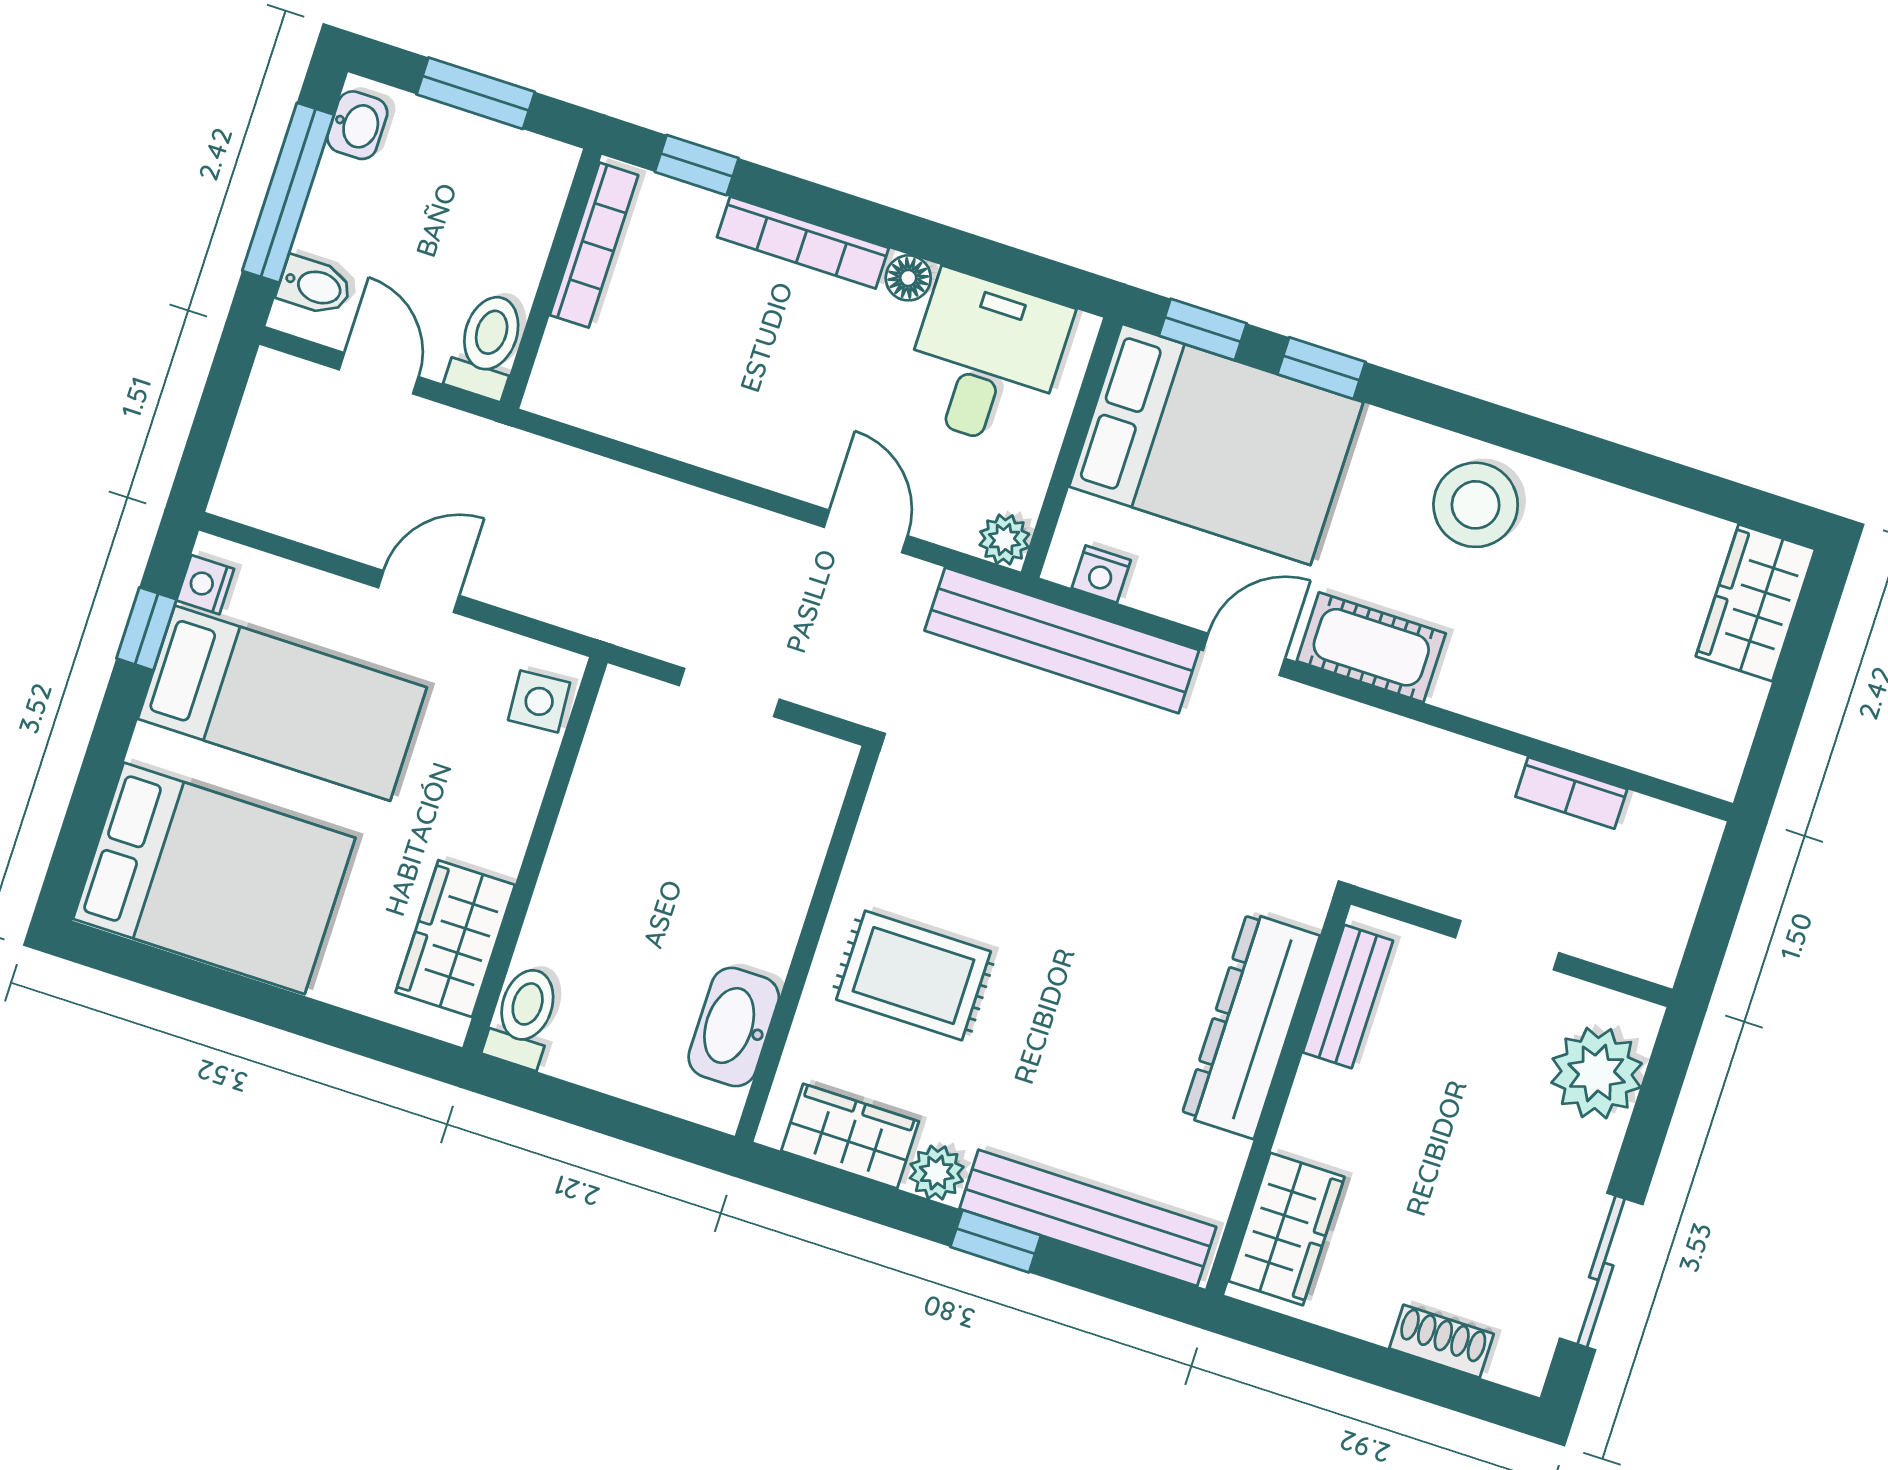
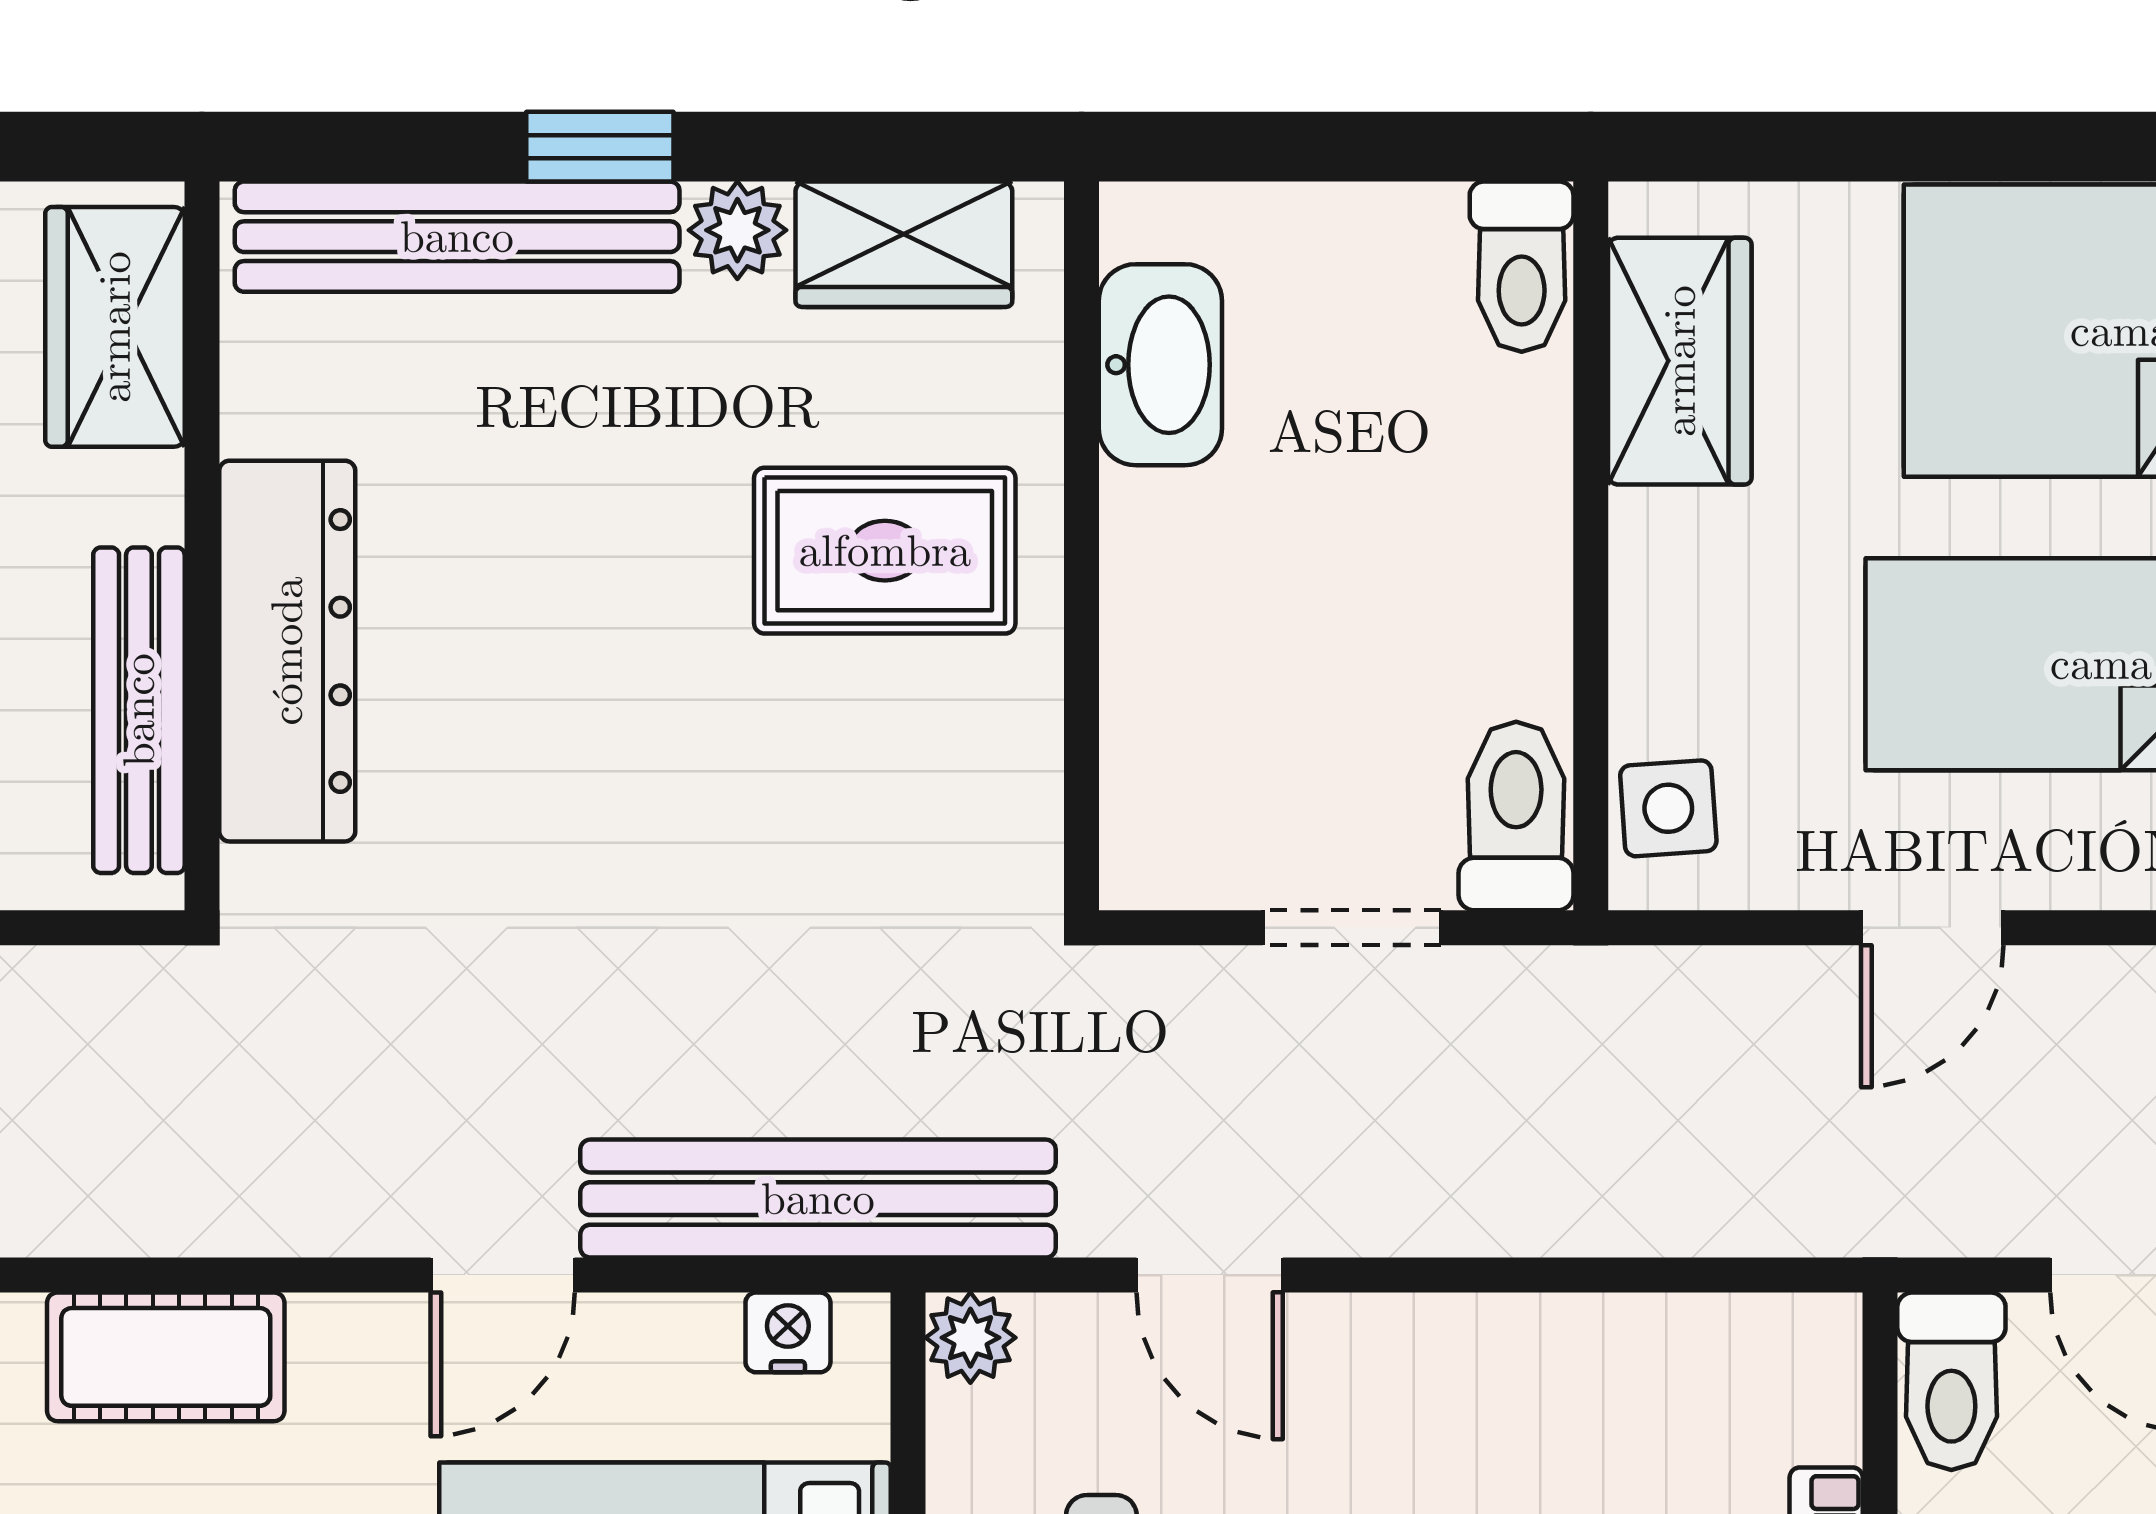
cot: (1371, 647) -> (166, 1357), moved
toilet: (622, 724) -> (1516, 816), added
bench: (1348, 996) -> (139, 710), width x1.36

